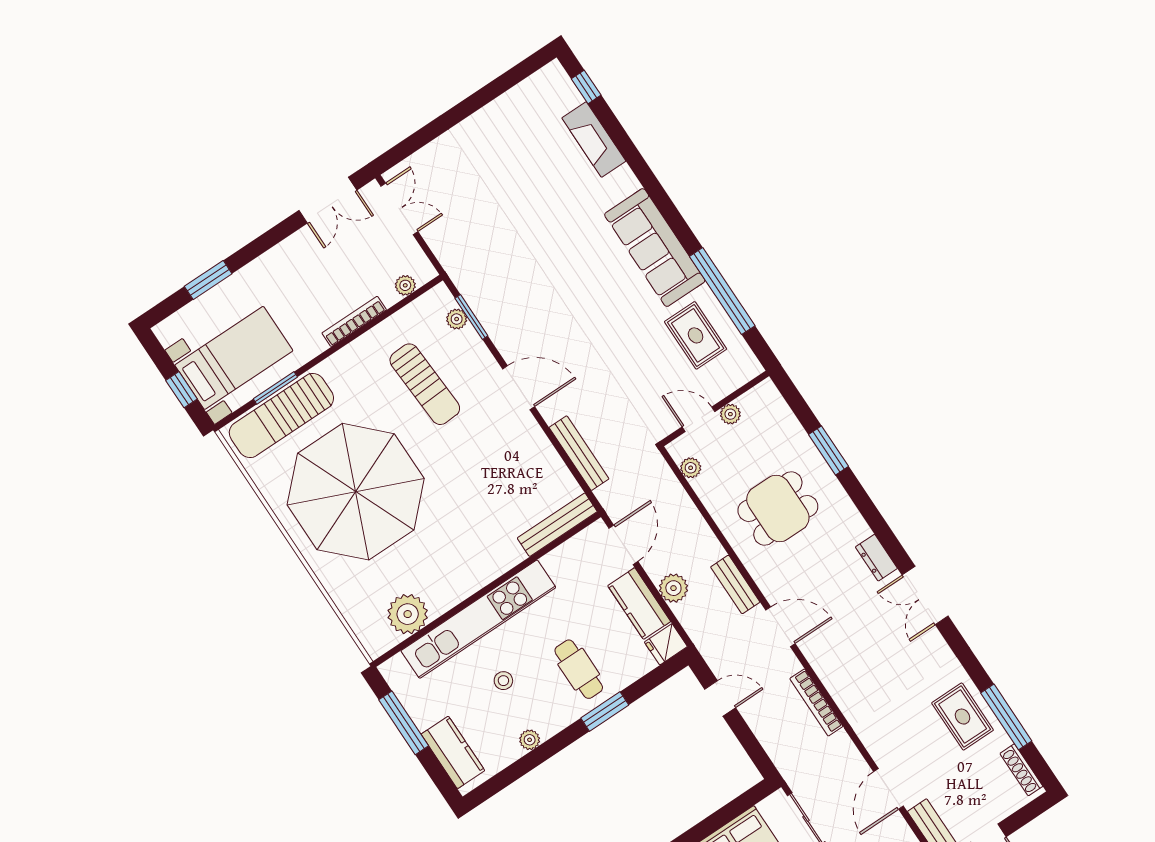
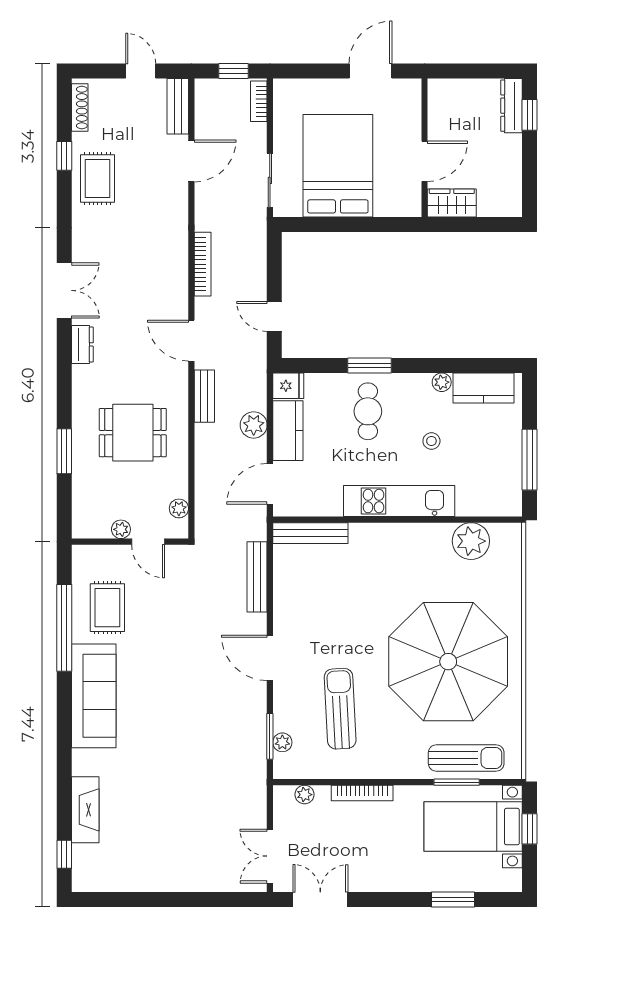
sun lounger: (281, 415) -> (466, 758), width x0.73, depth x0.75
kitchen unit: (478, 619) -> (399, 501), width x0.73
window: (1006, 717) -> (64, 156), width x0.46
kitchen counter: (453, 752) -> (483, 388), moved, turned -90

